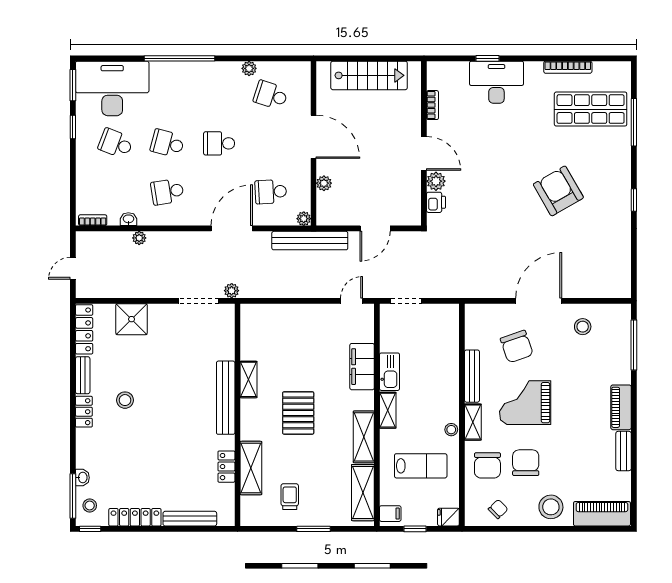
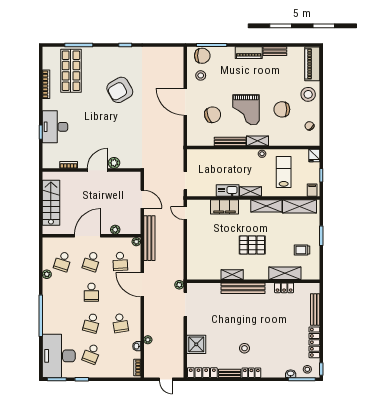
school desk: (271, 143) -> (91, 261), added
printer: (436, 202) -> (127, 163), removed
chair: (487, 465) -> (202, 56), moved

